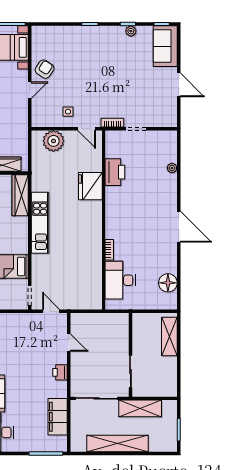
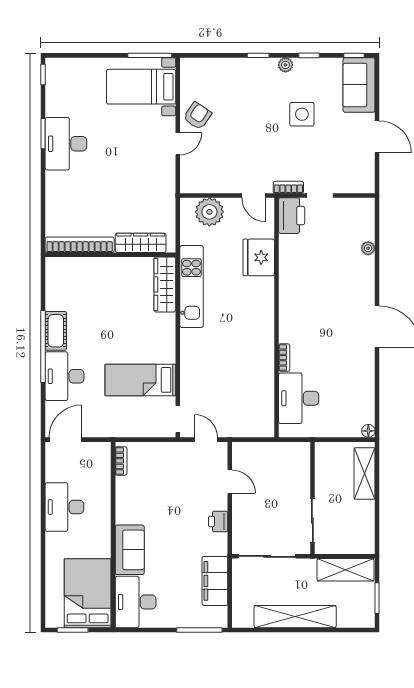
plant: (131, 31) -> (285, 65), moved
side table: (68, 112) -> (302, 114), moved, width x1.87, depth x1.87
printer: (115, 172) -> (292, 216), moved
fridge: (90, 186) -> (259, 257), moved
kitchen unit: (40, 223) -> (191, 287), moved
floor lamp: (168, 283) -> (368, 431), moved, width x0.53, depth x0.53
shelving: (140, 408) -> (345, 570), moved

